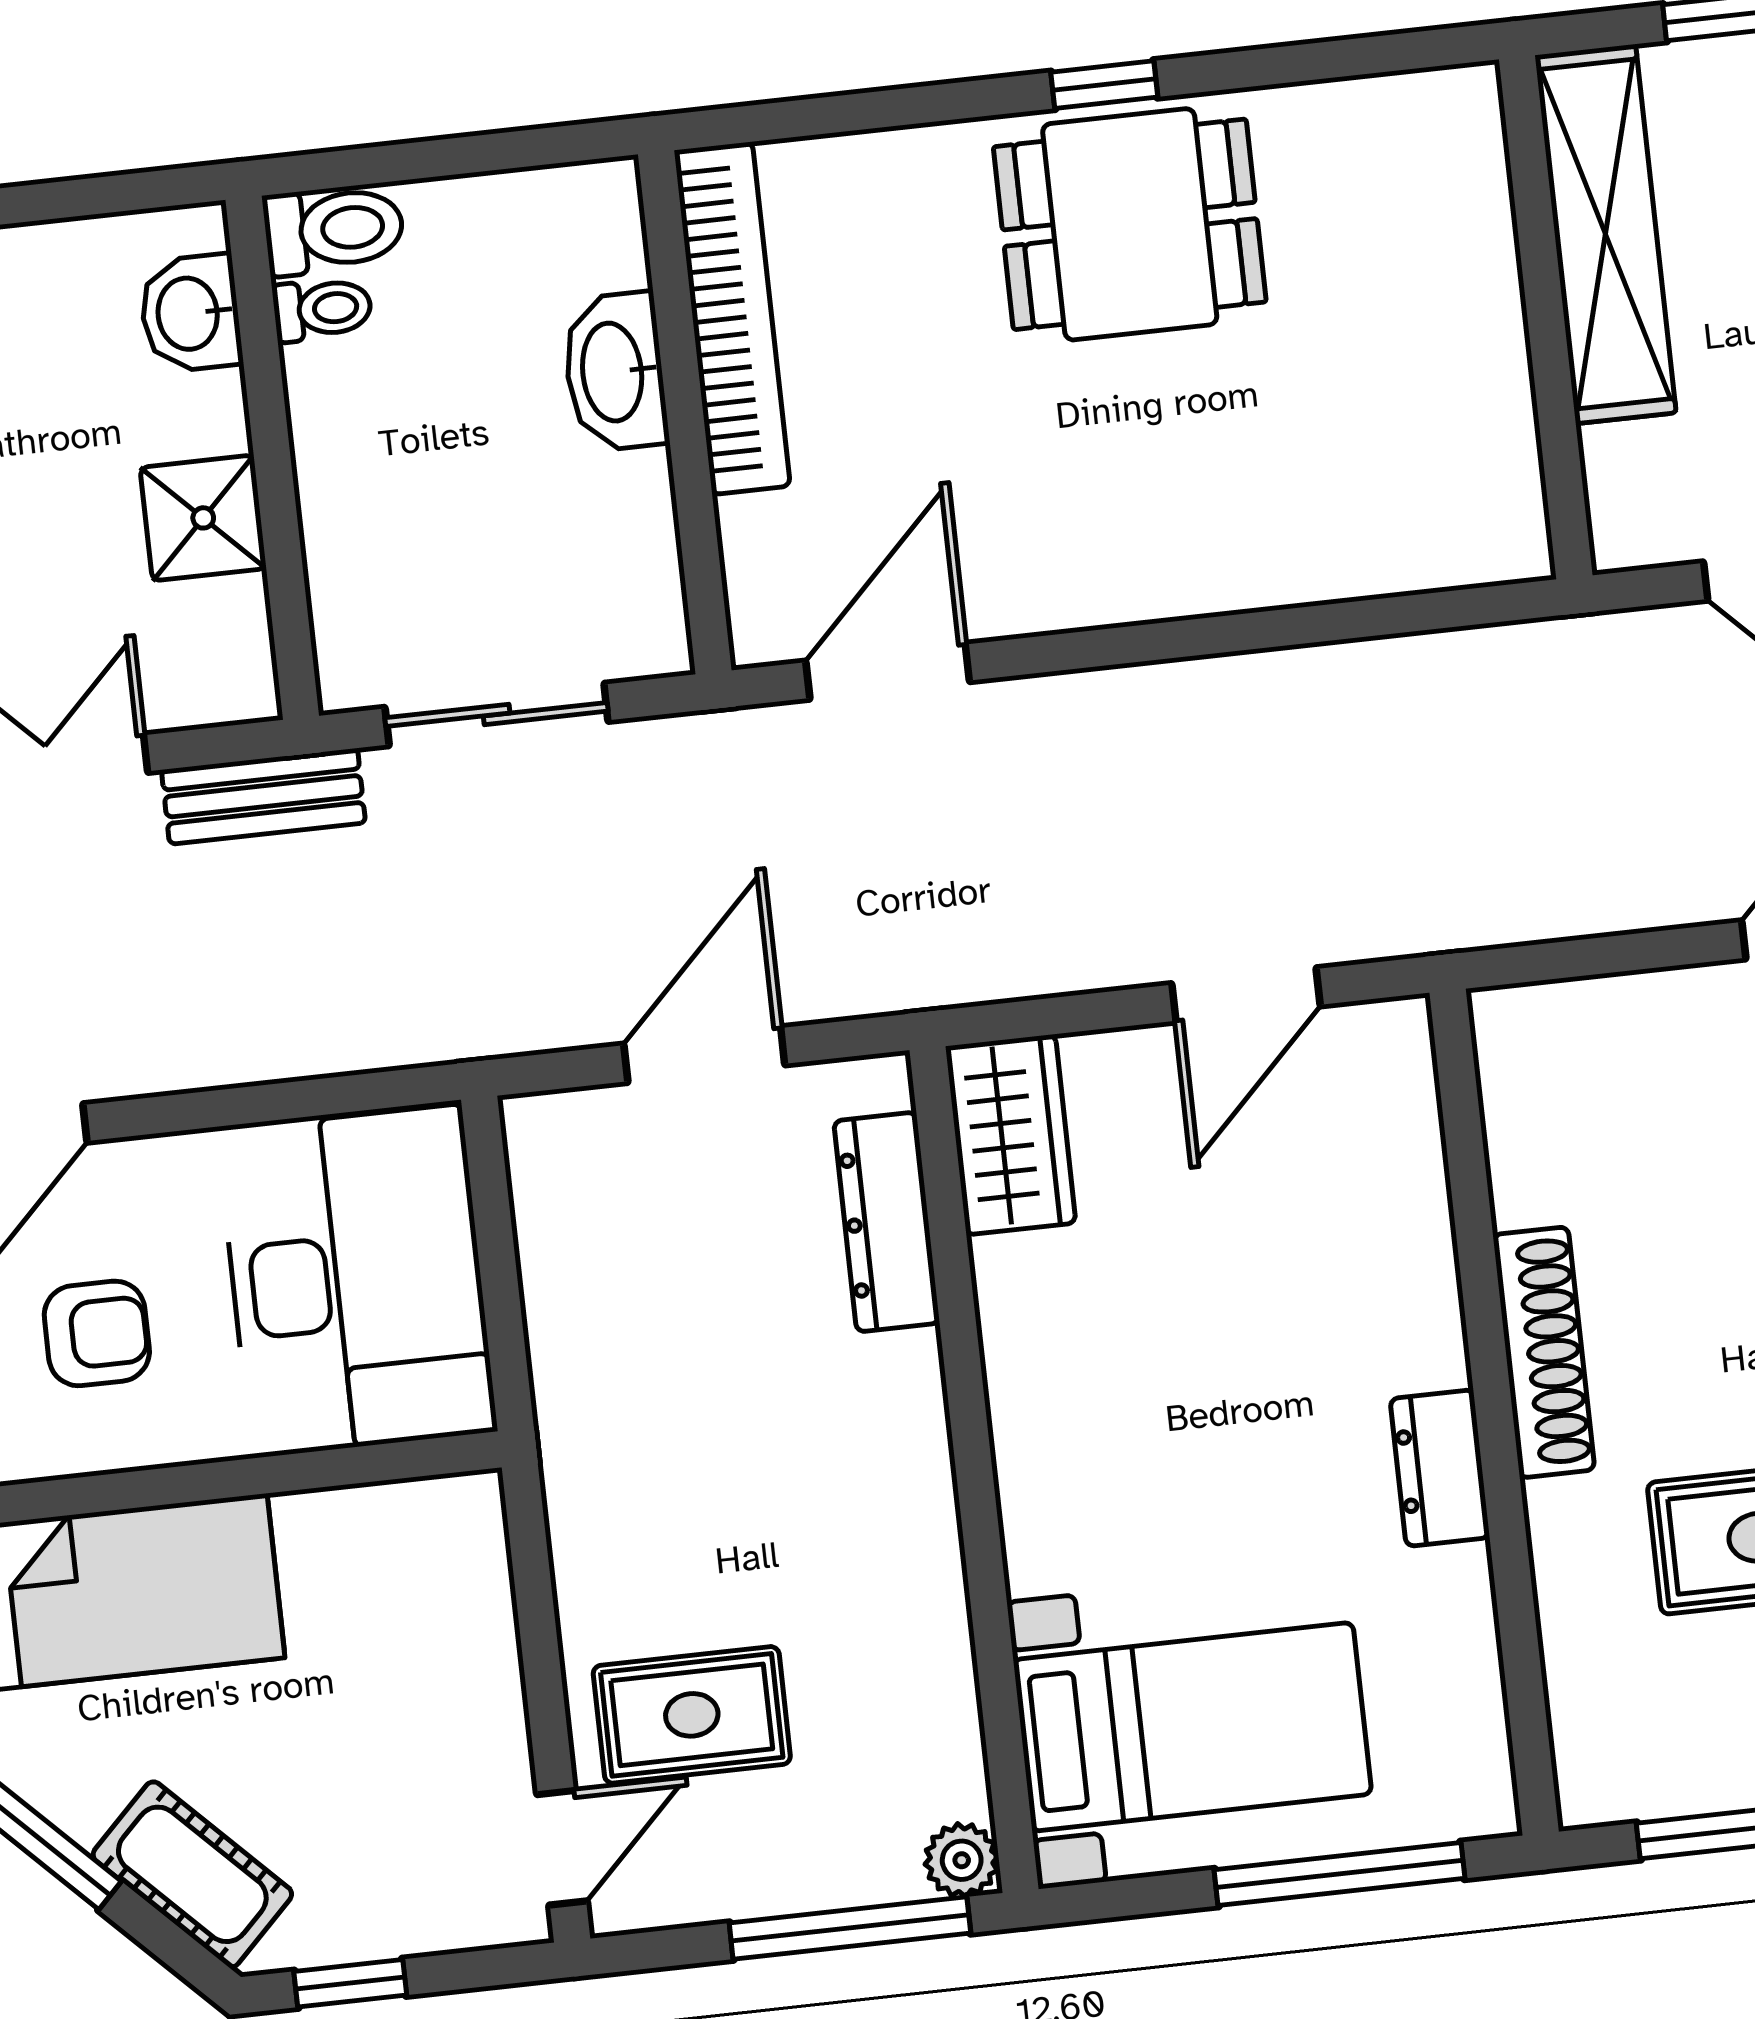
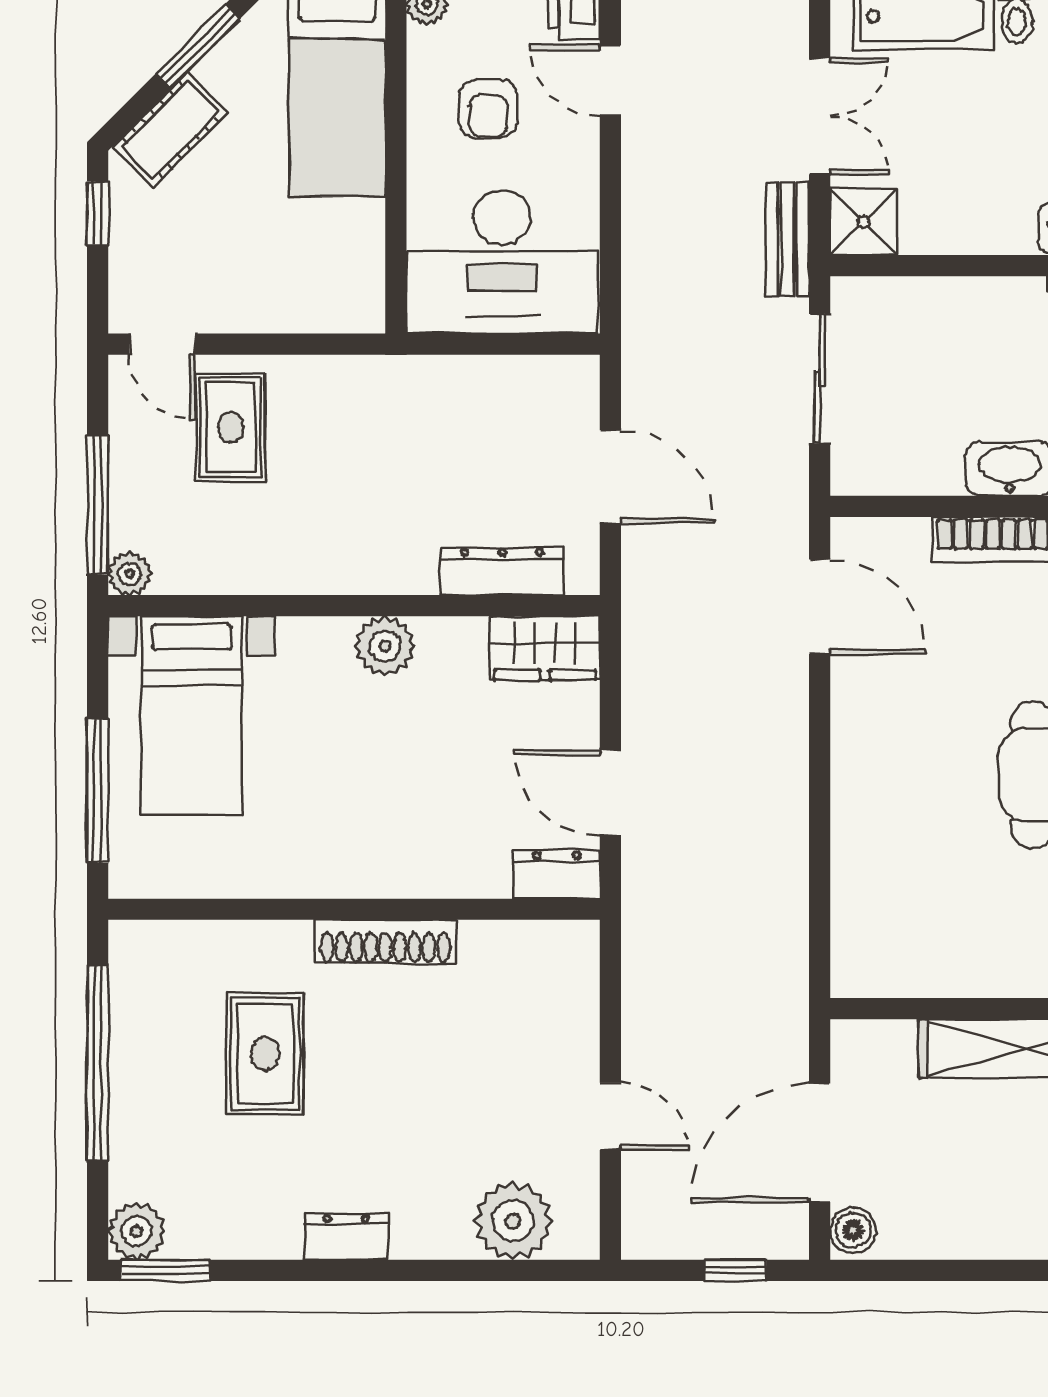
shower: (203, 518) -> (863, 222), moved
plant: (1037, 1409) -> (385, 646), added
dresser: (1440, 1468) -> (557, 874), moved

